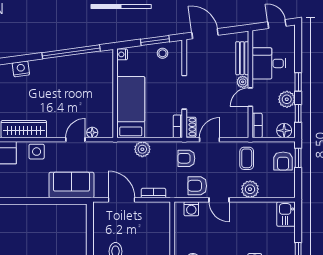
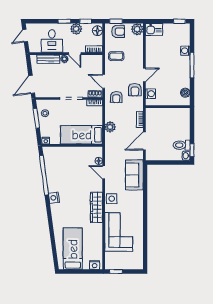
nightstand: (21, 69) -> (54, 198), moved
plant: (250, 189) -> (137, 29), moved

